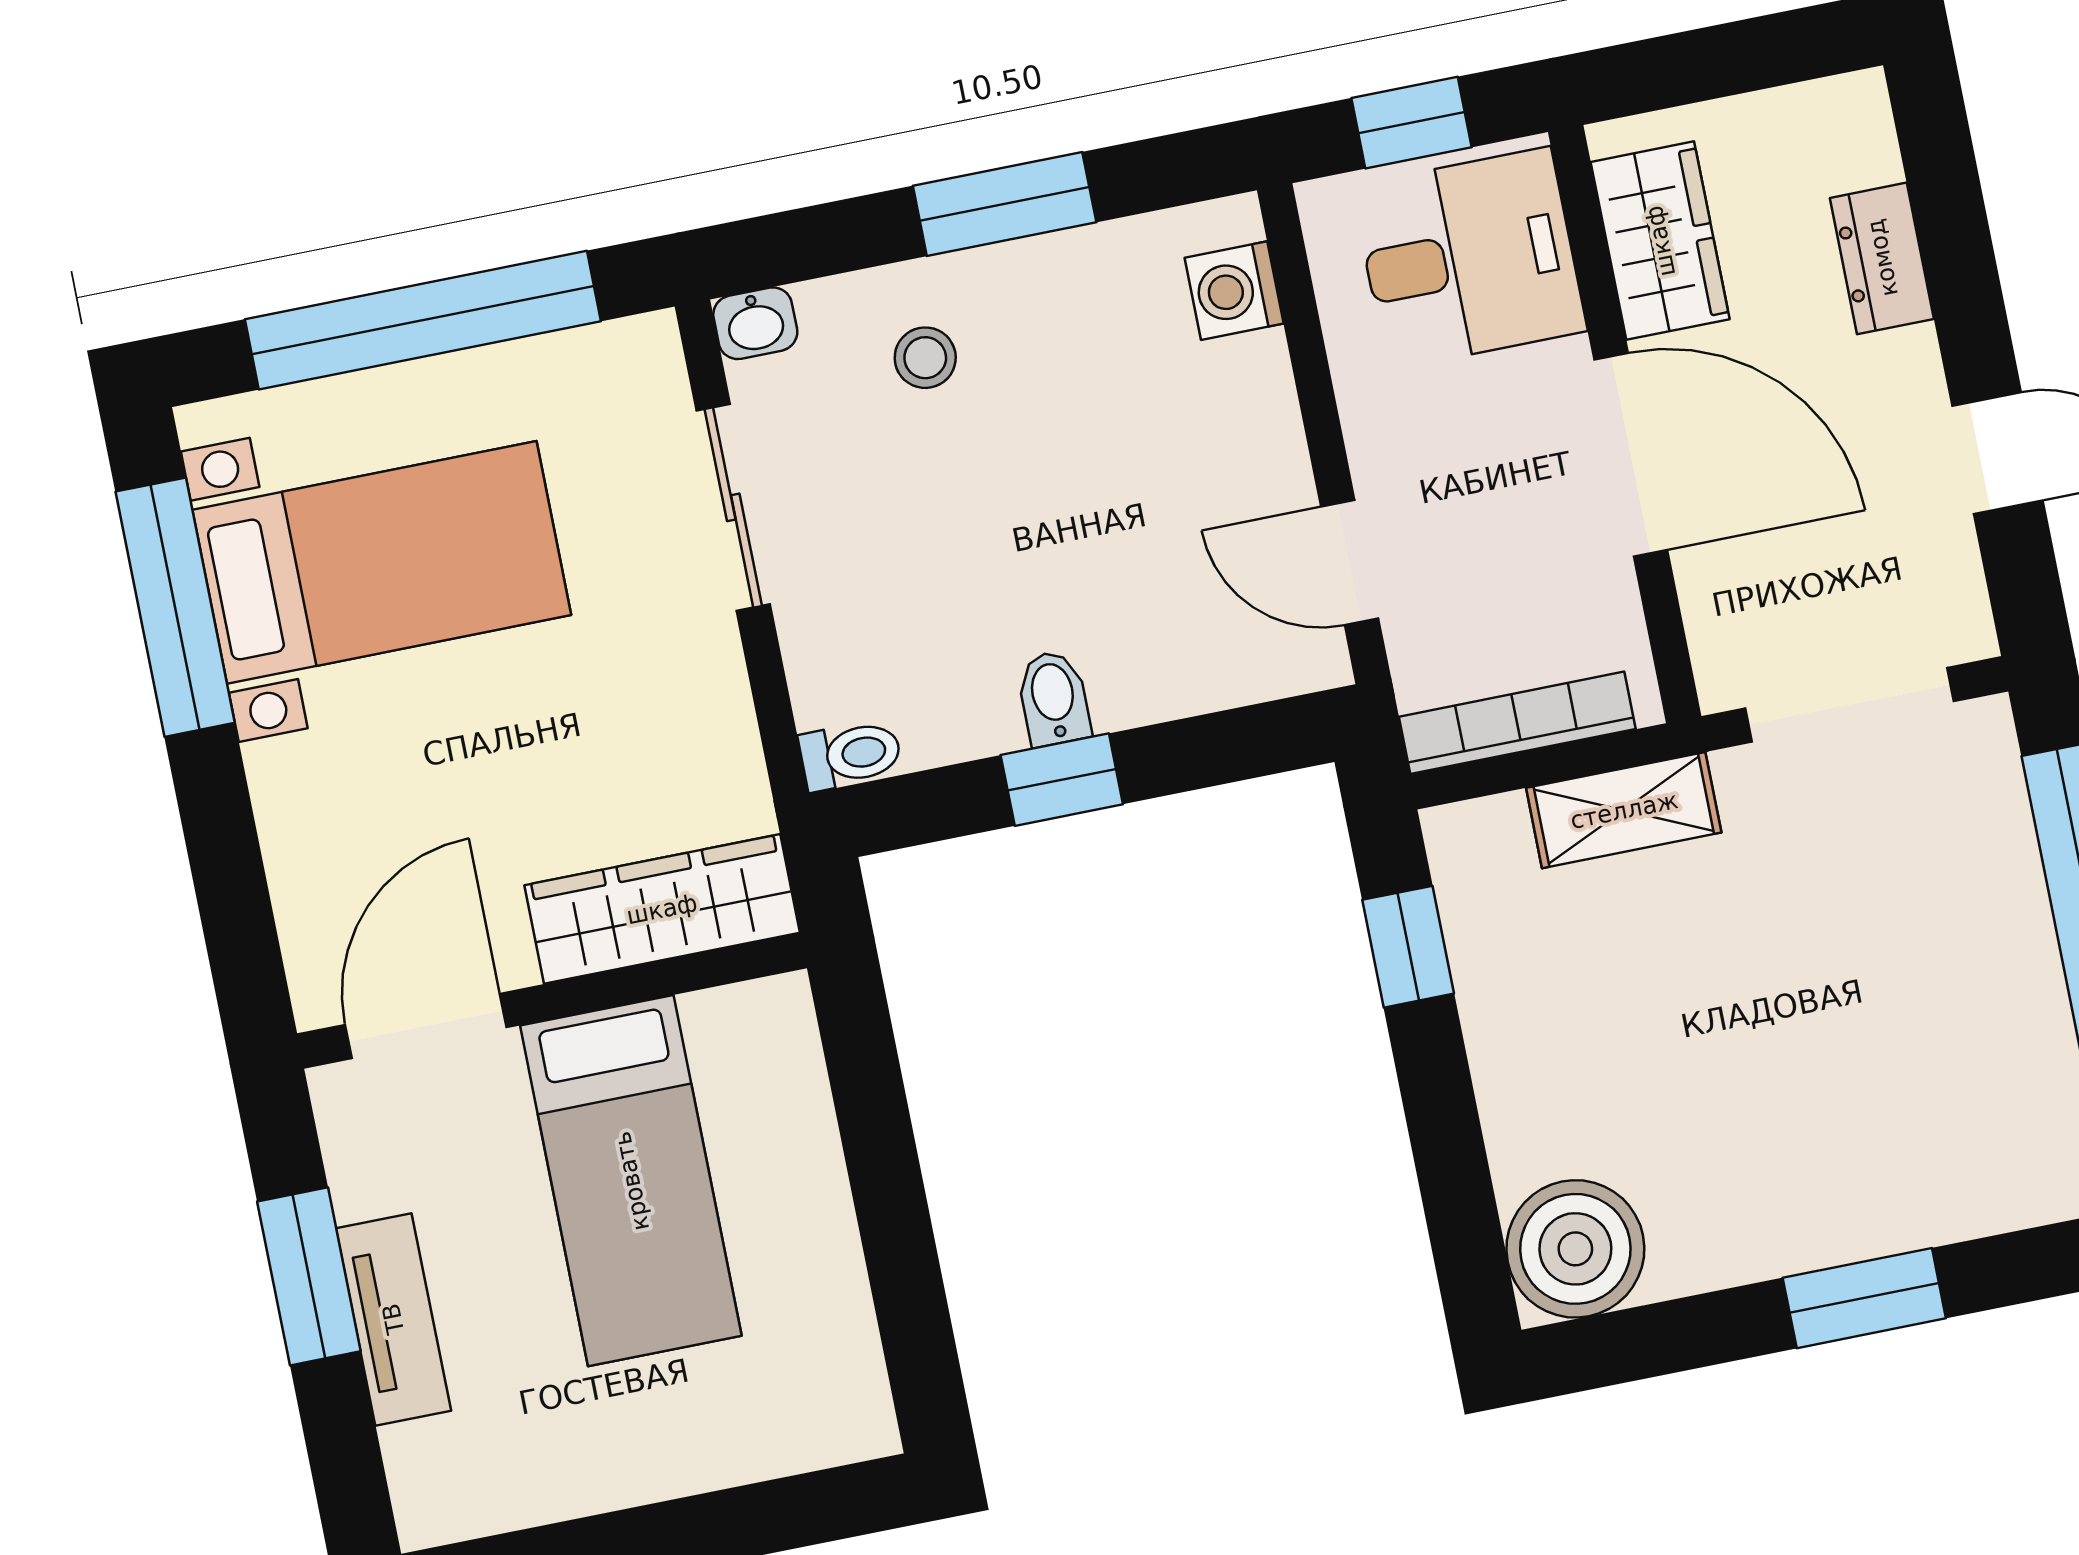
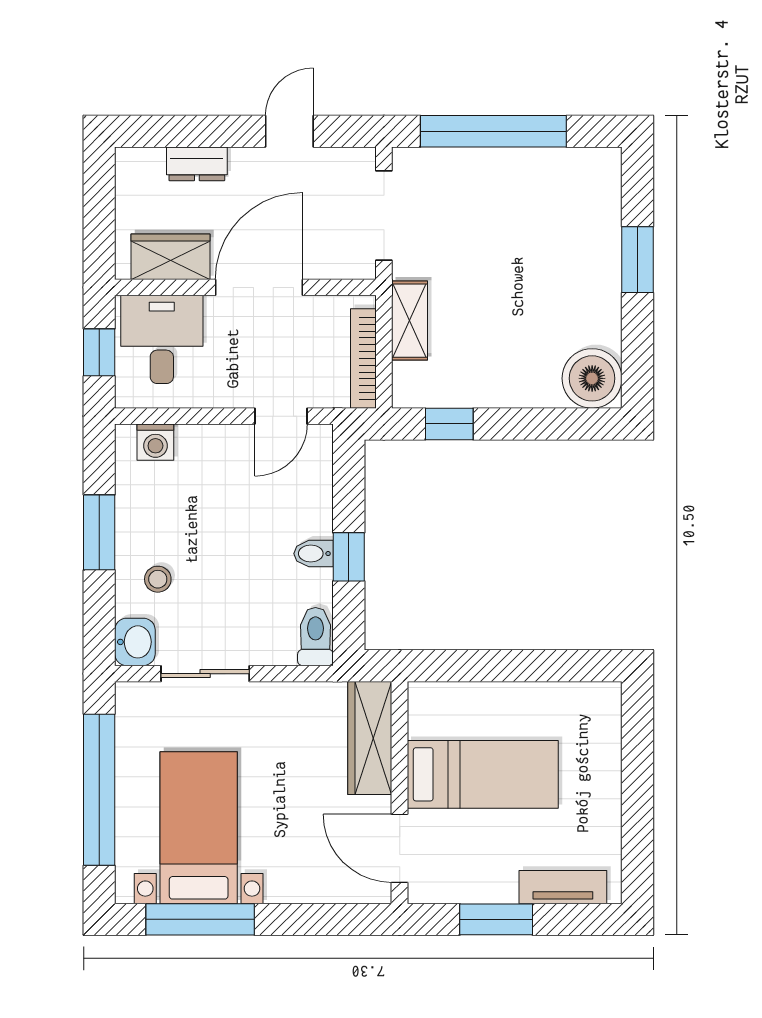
washbasin: (755, 323) -> (135, 642), width x1.38, depth x1.45
toilet: (850, 755) -> (315, 637), width x1.37, depth x1.39
tv unit: (393, 1319) -> (563, 887), moved

